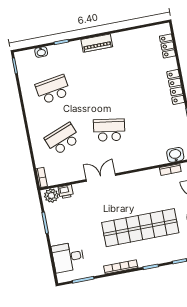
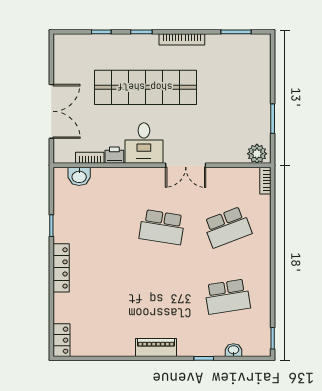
locker: (167, 46) -> (61, 340), moved
printer: (66, 192) -> (114, 155), moved
desk: (68, 257) -> (144, 143), moved, turned 90

